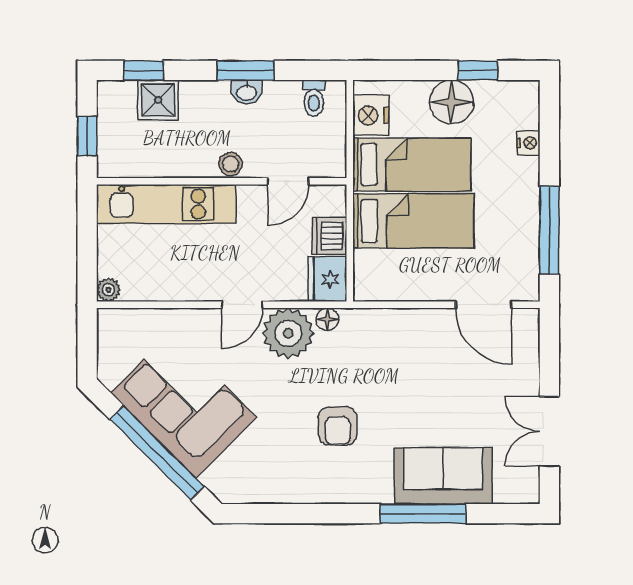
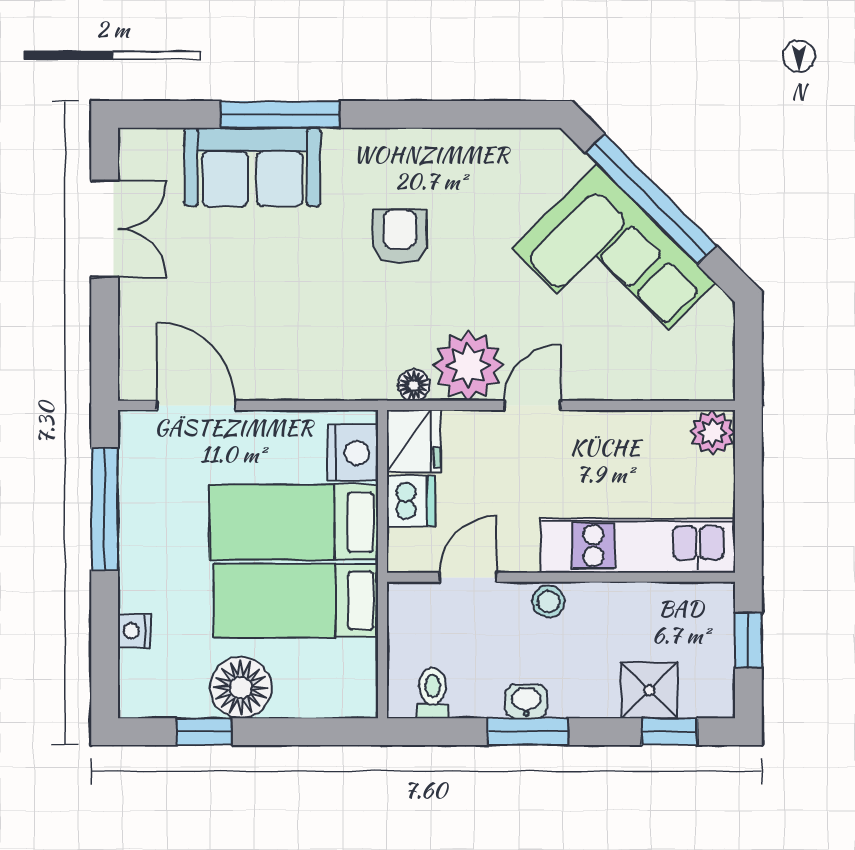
nightstand: (371, 115) -> (353, 453), moved
plant: (108, 290) -> (712, 432), width x1.38, depth x1.38

